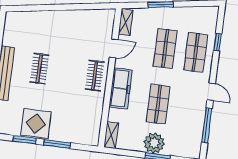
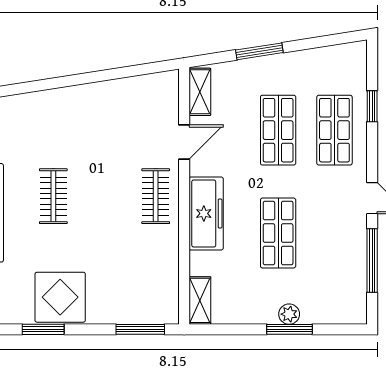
plant: (154, 143) -> (289, 314), width x0.53, depth x0.53
window: (57, 144) -> (140, 329), moved

